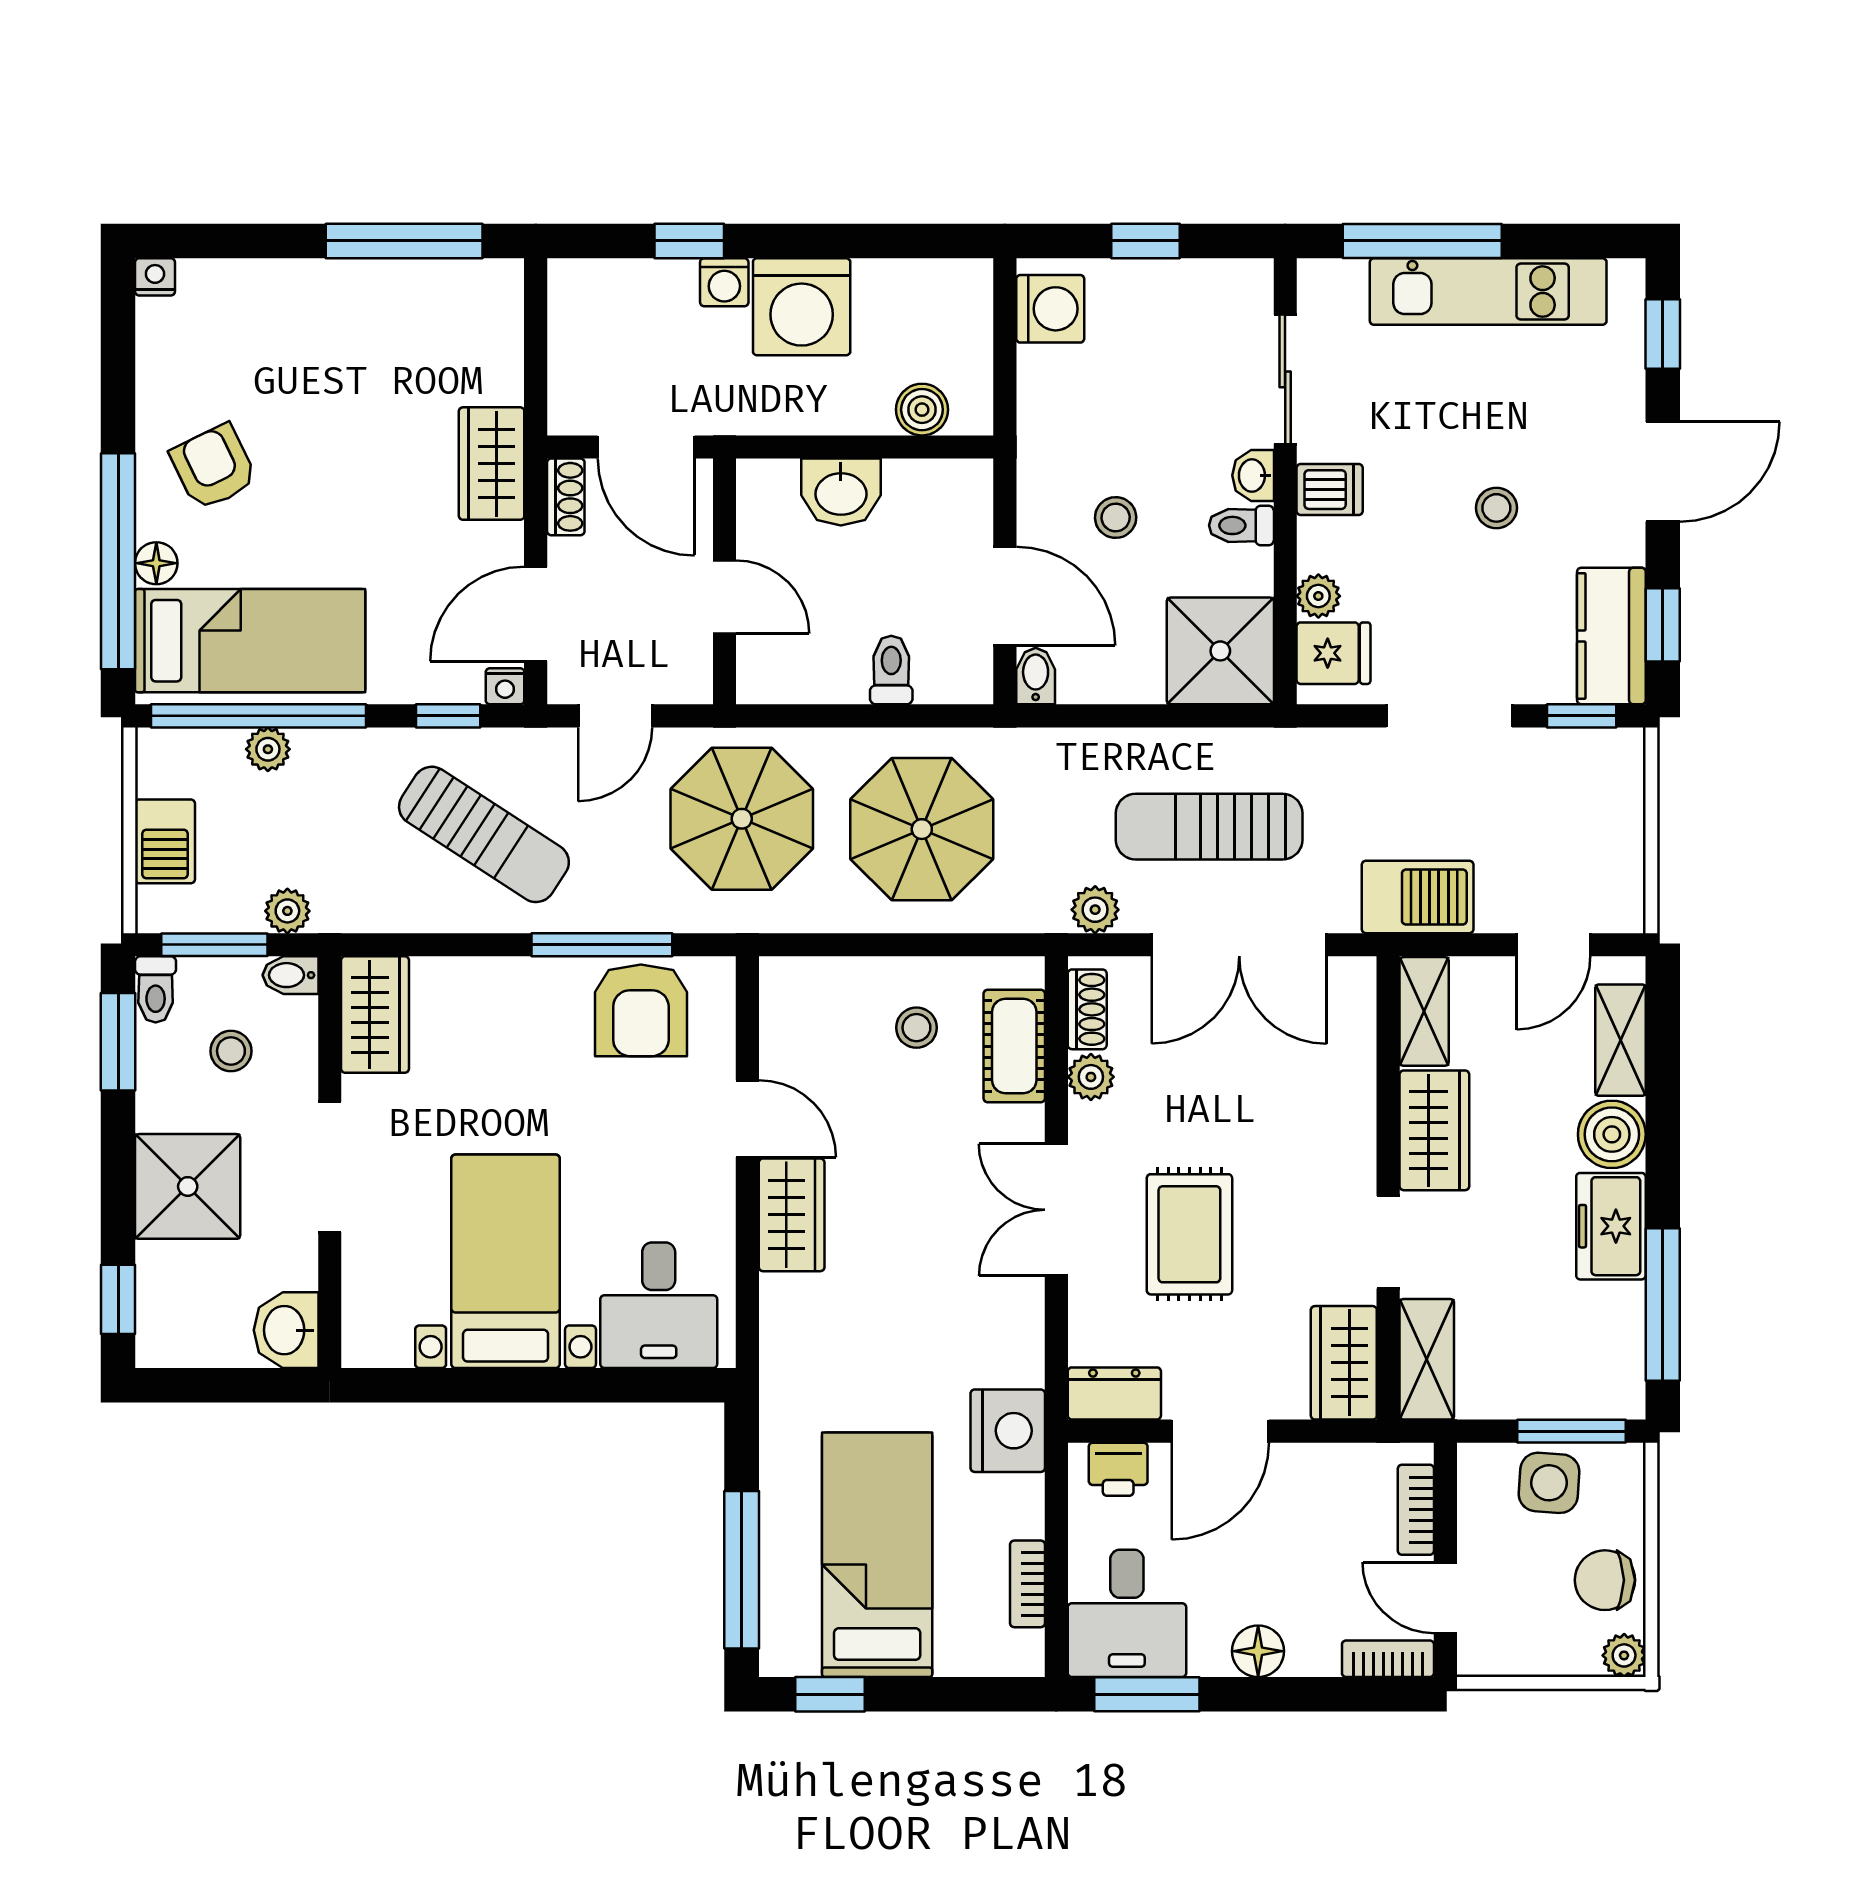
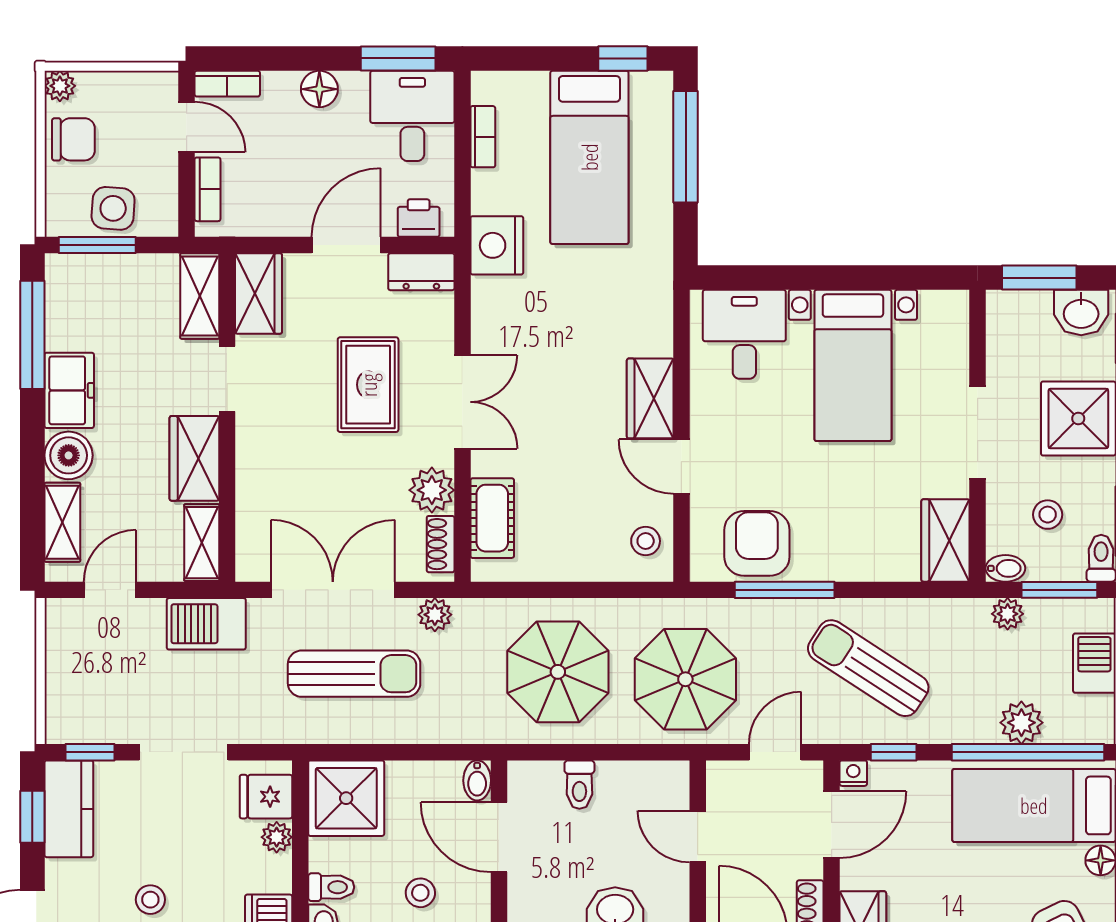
plant: (268, 749) -> (1021, 723), width x1.38, depth x1.38
stool: (916, 1028) -> (646, 541), moved
plant: (1091, 1077) -> (432, 490), width x1.38, depth x1.38
washbasin: (286, 1330) -> (1081, 313), moved, turned 90
window: (243, 1385) -> (1039, 278), added

